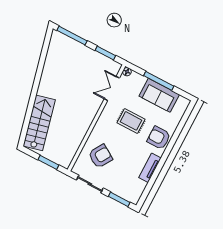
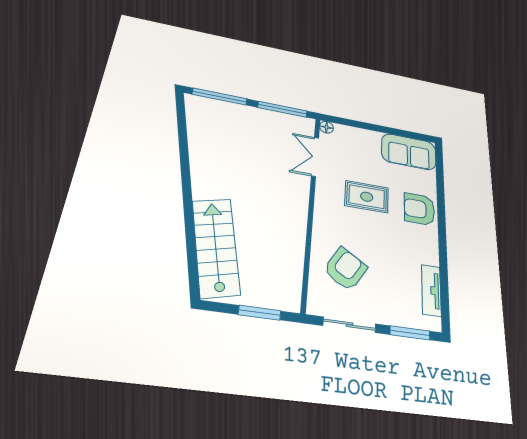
window: (105, 53) -> (282, 109), width x1.44
window: (159, 81) -> (378, 128), removed
sofa: (159, 95) -> (409, 152), moved
tv unit: (150, 168) -> (431, 290), moved

